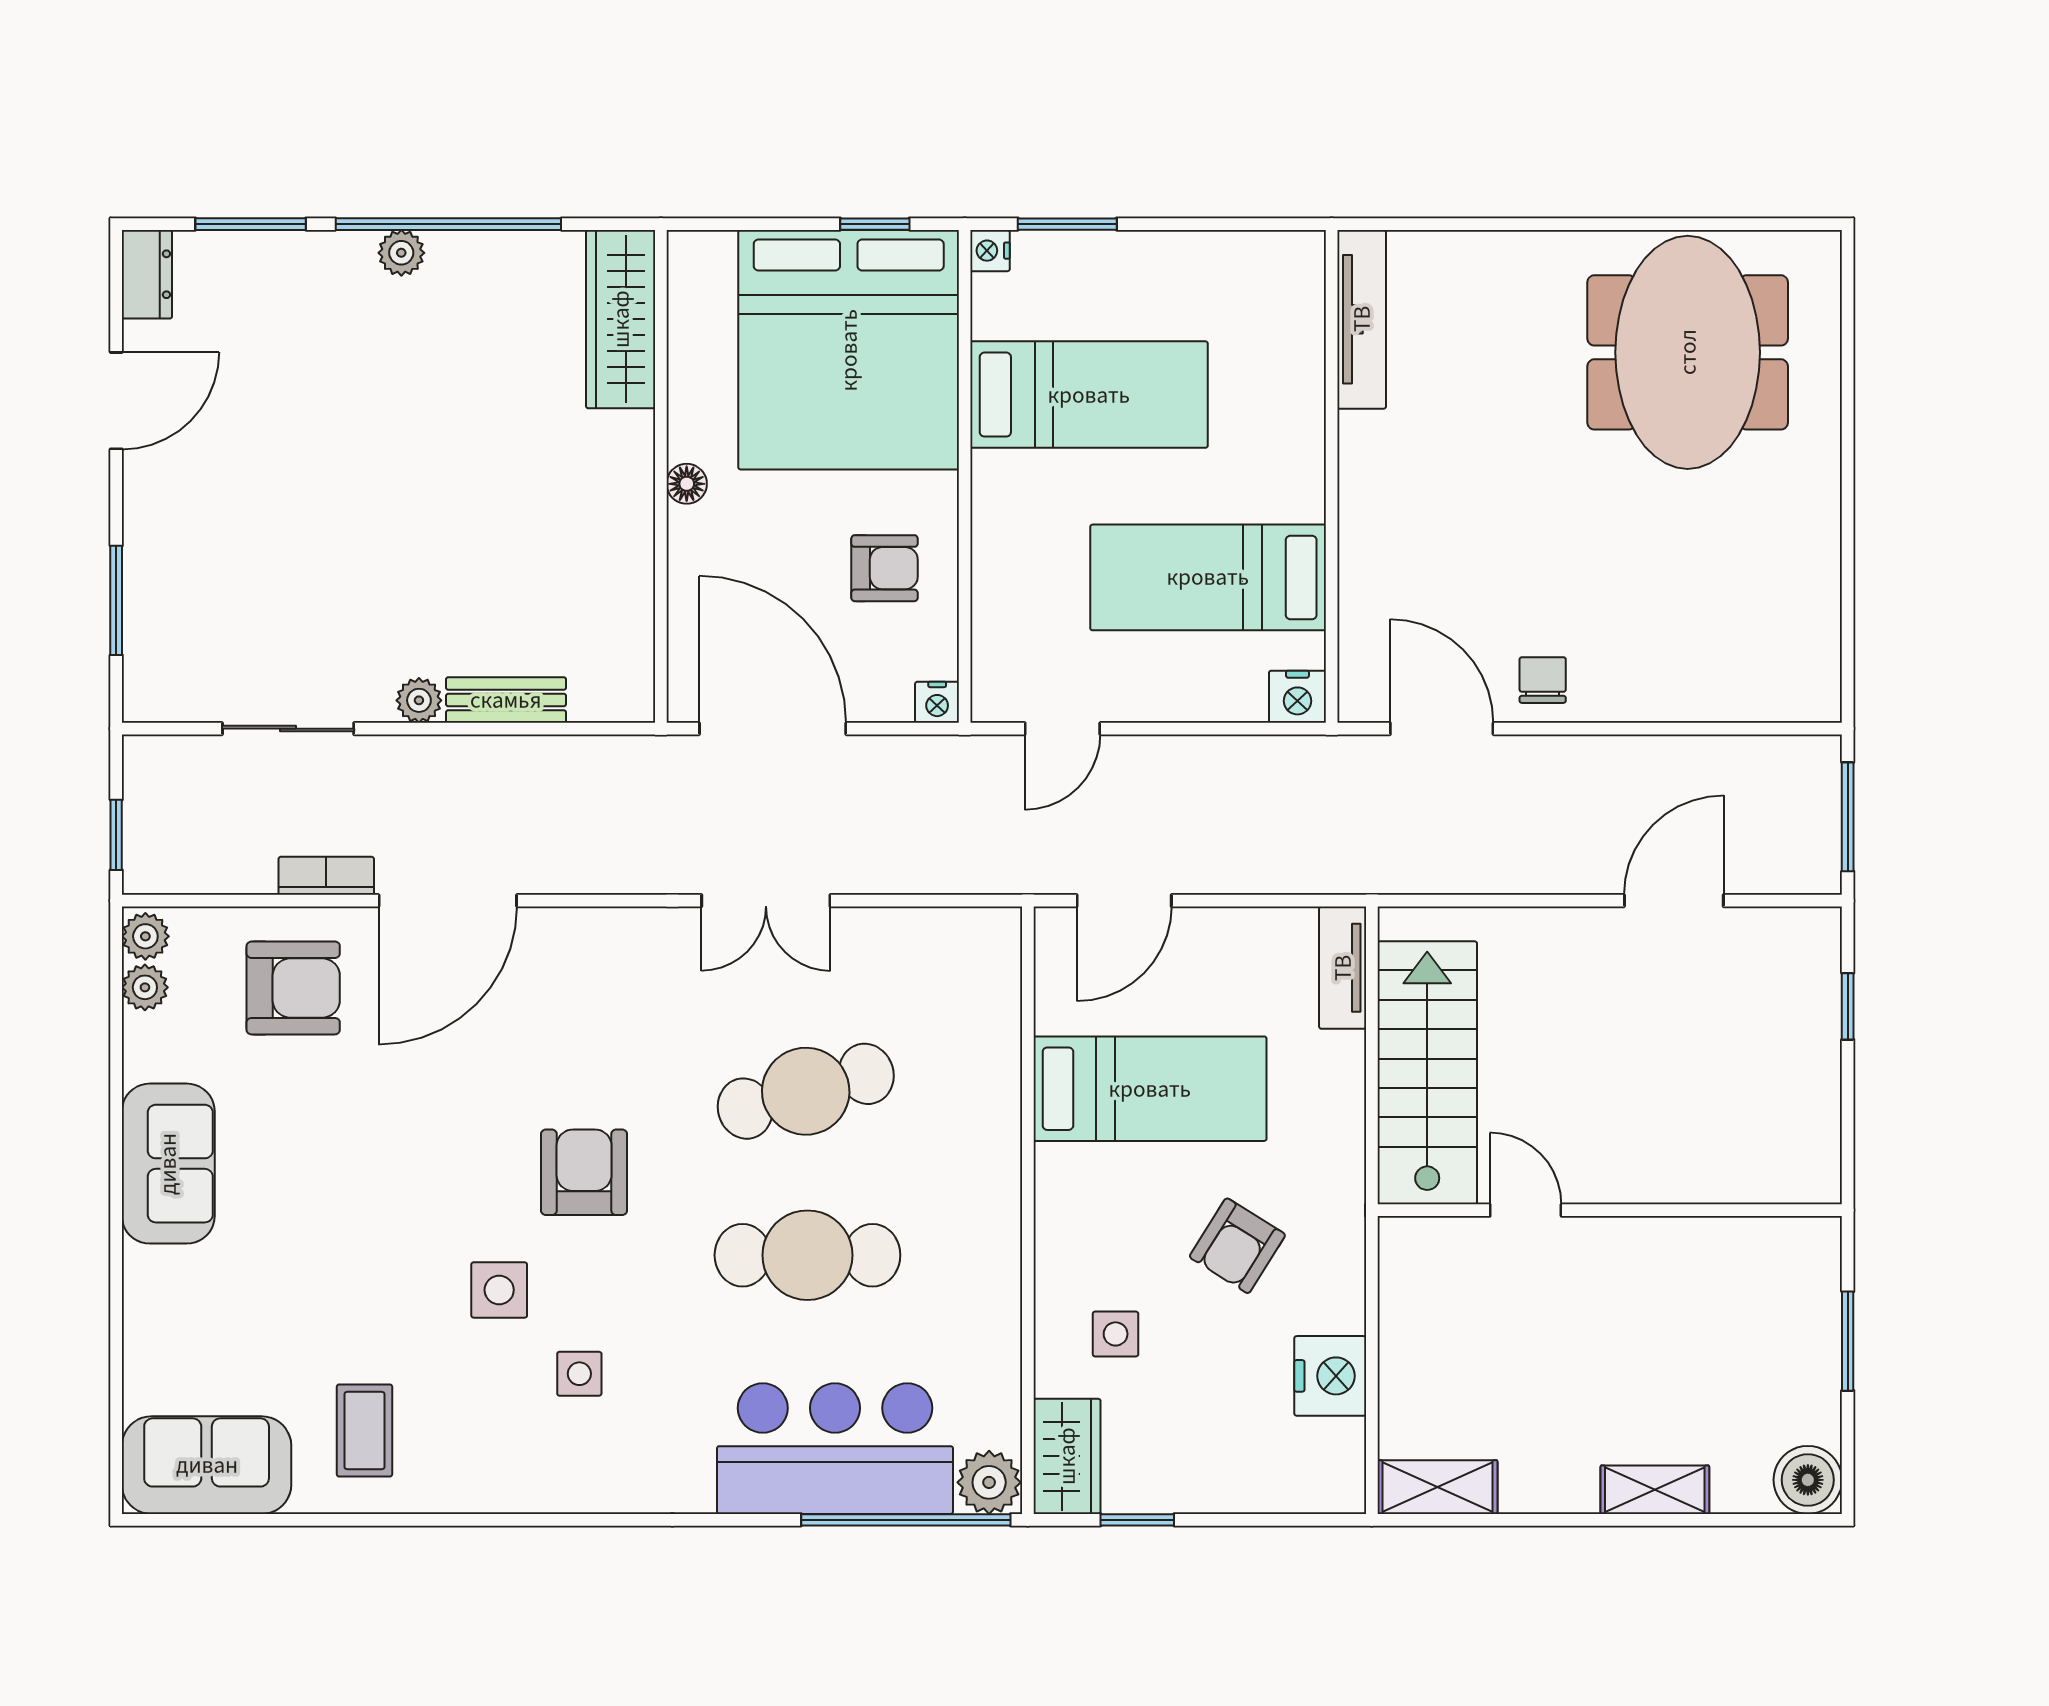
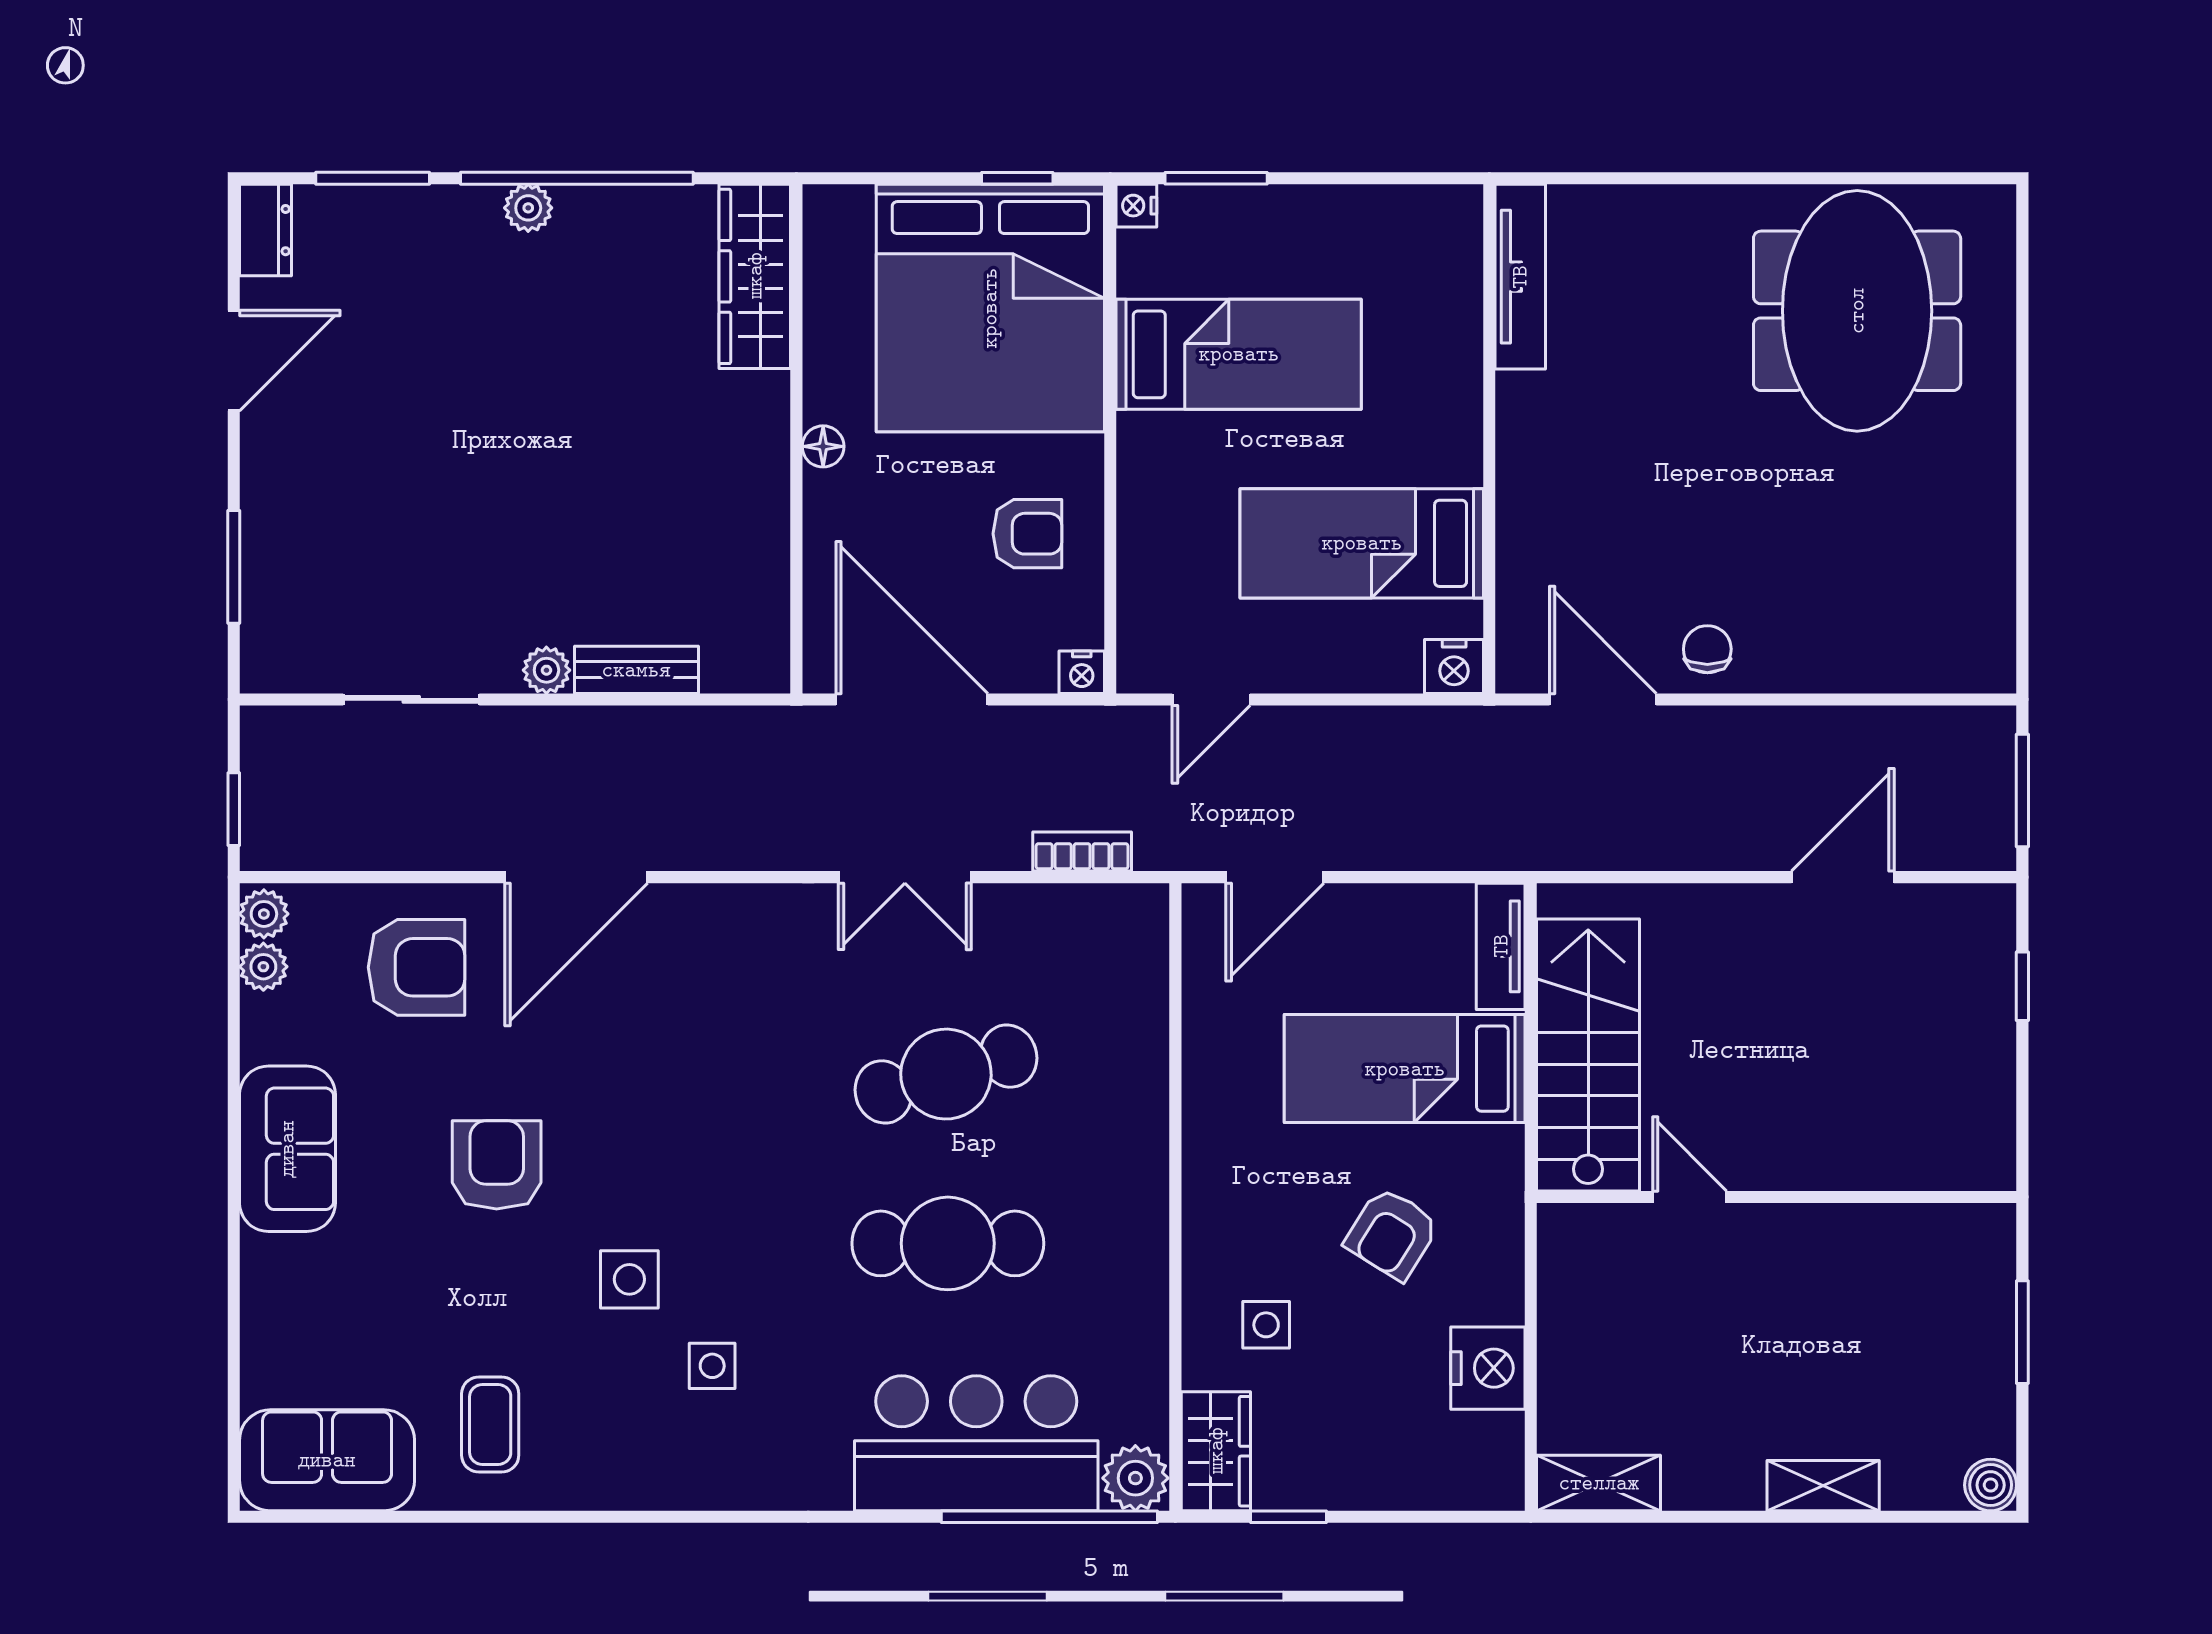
bookcase: (326, 876) -> (1082, 851), moved
bed: (1150, 1089) -> (1405, 1069), moved, turned 180
armchair: (584, 1172) -> (497, 1165), moved
boiler: (1808, 1480) -> (1991, 1485), width x0.73, depth x0.73

